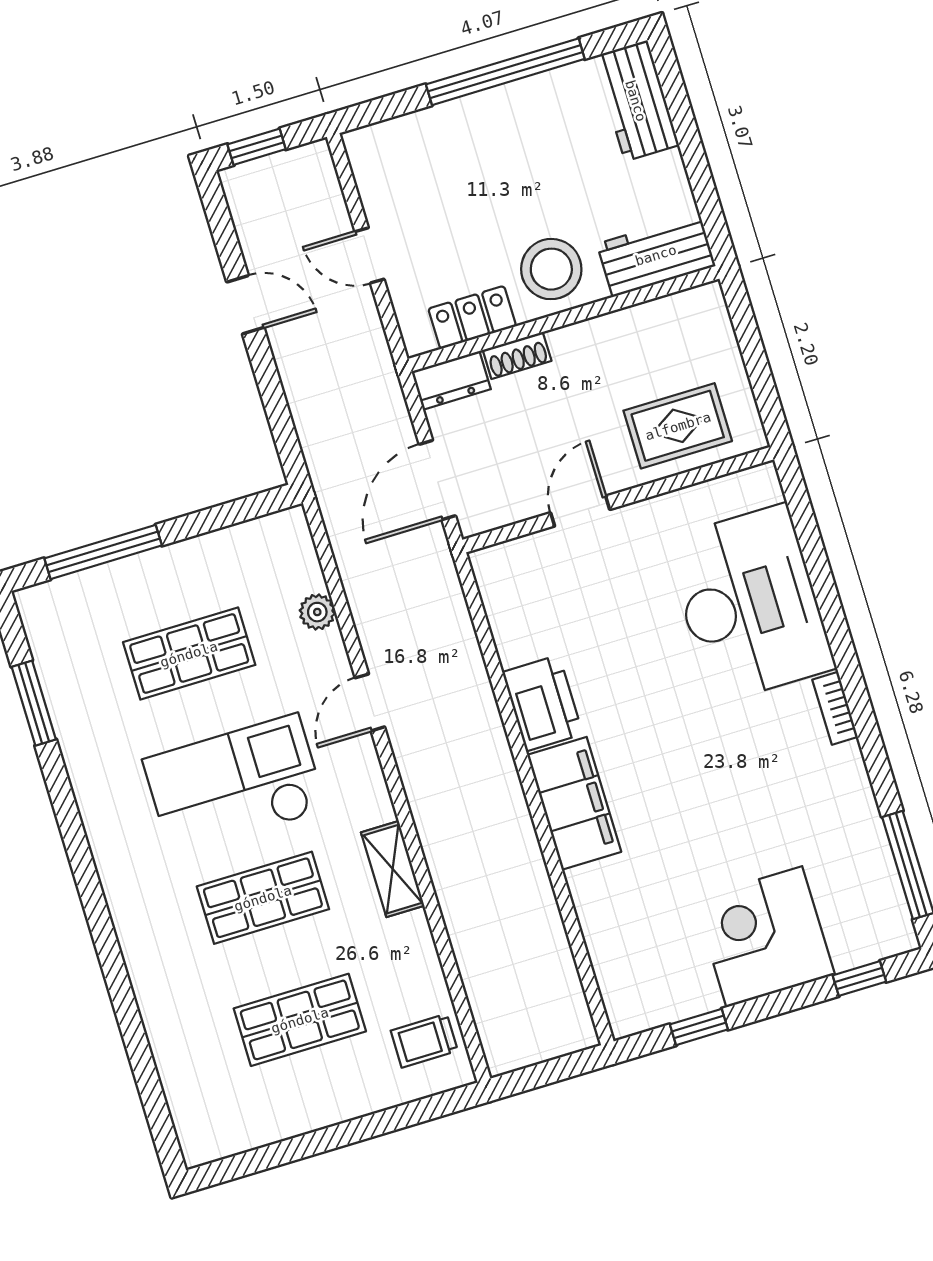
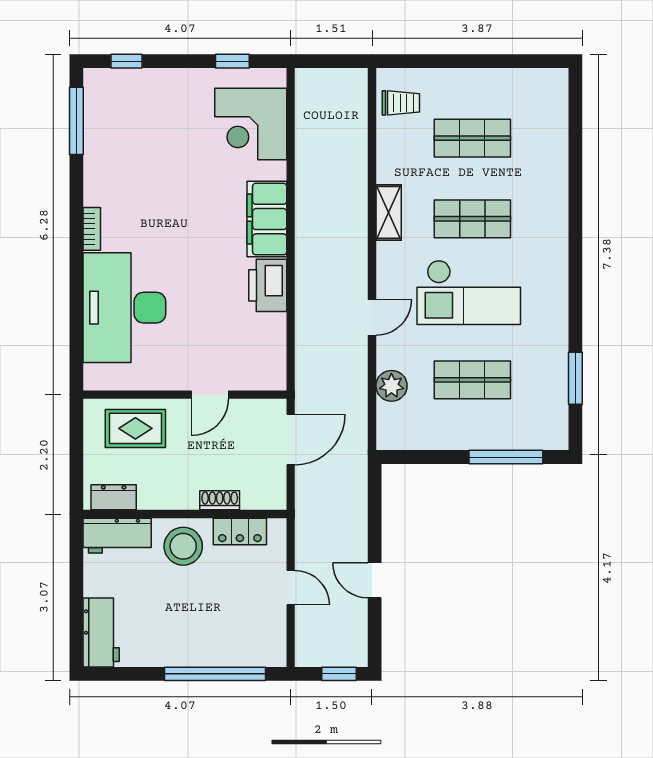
window: (505, 72) -> (215, 674), moved
dresser: (451, 380) -> (114, 497), moved
plant: (317, 612) -> (391, 386), width x1.38, depth x1.38
corner desk: (764, 937) -> (251, 124), moved, turned 90

